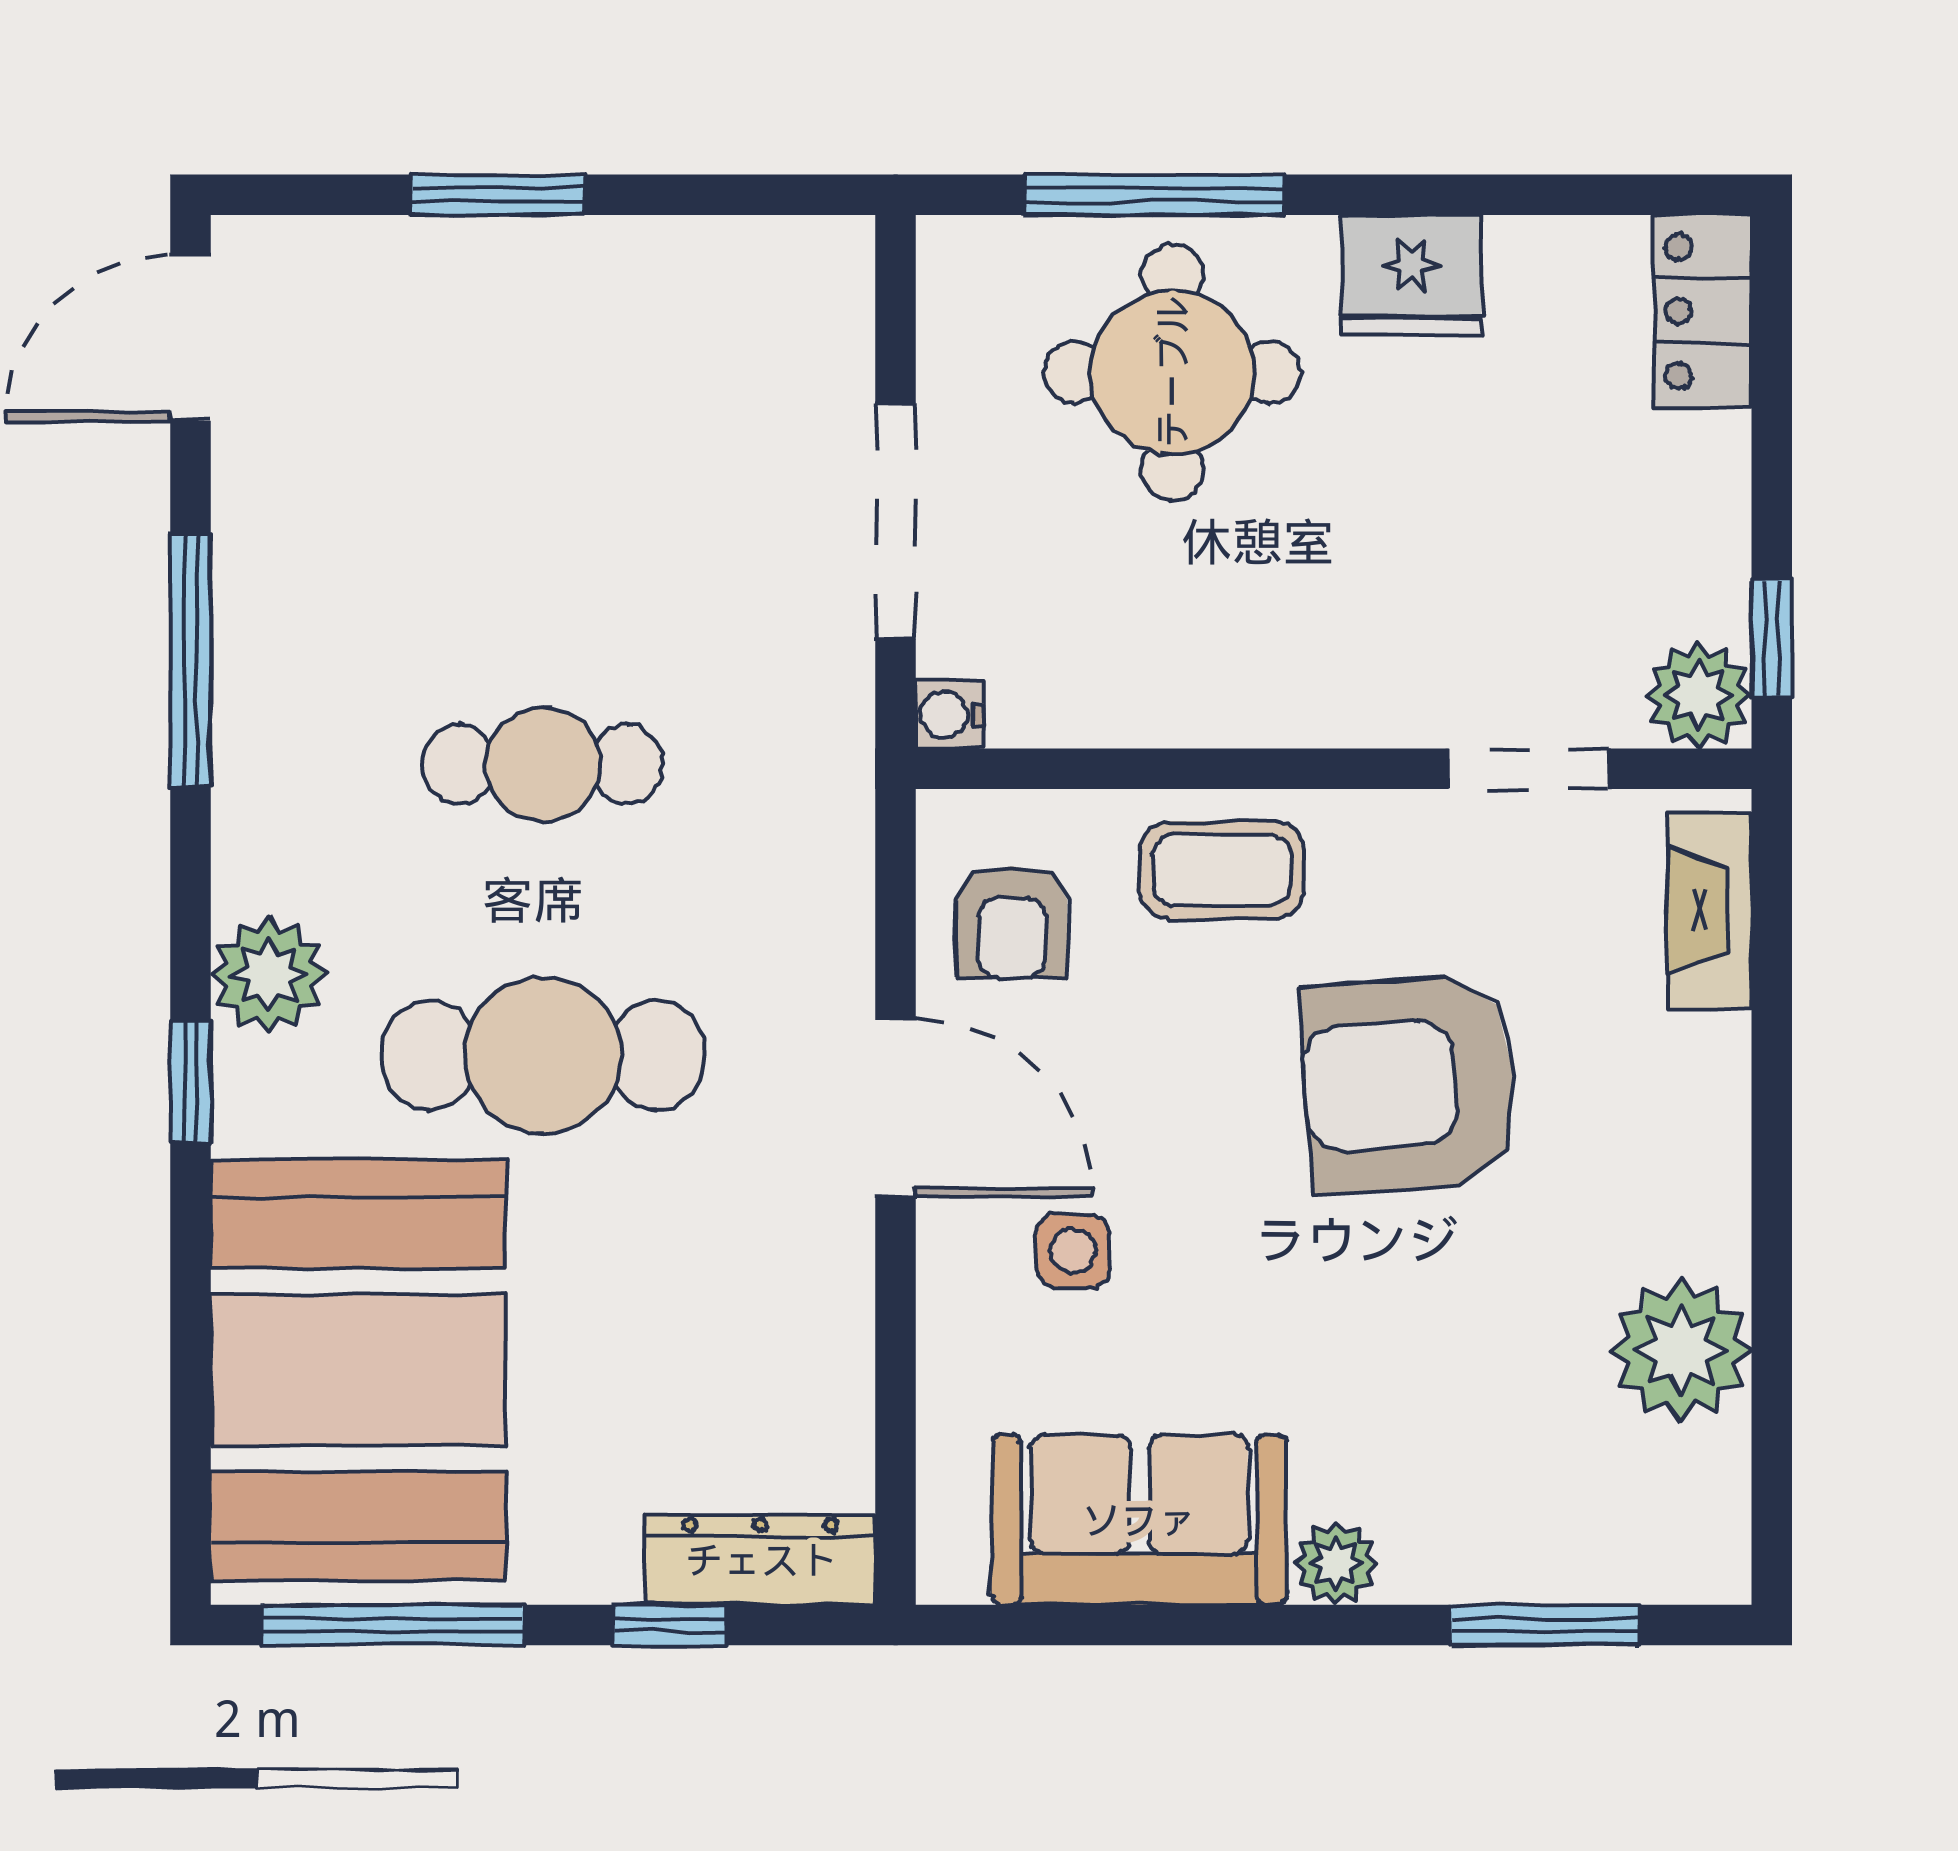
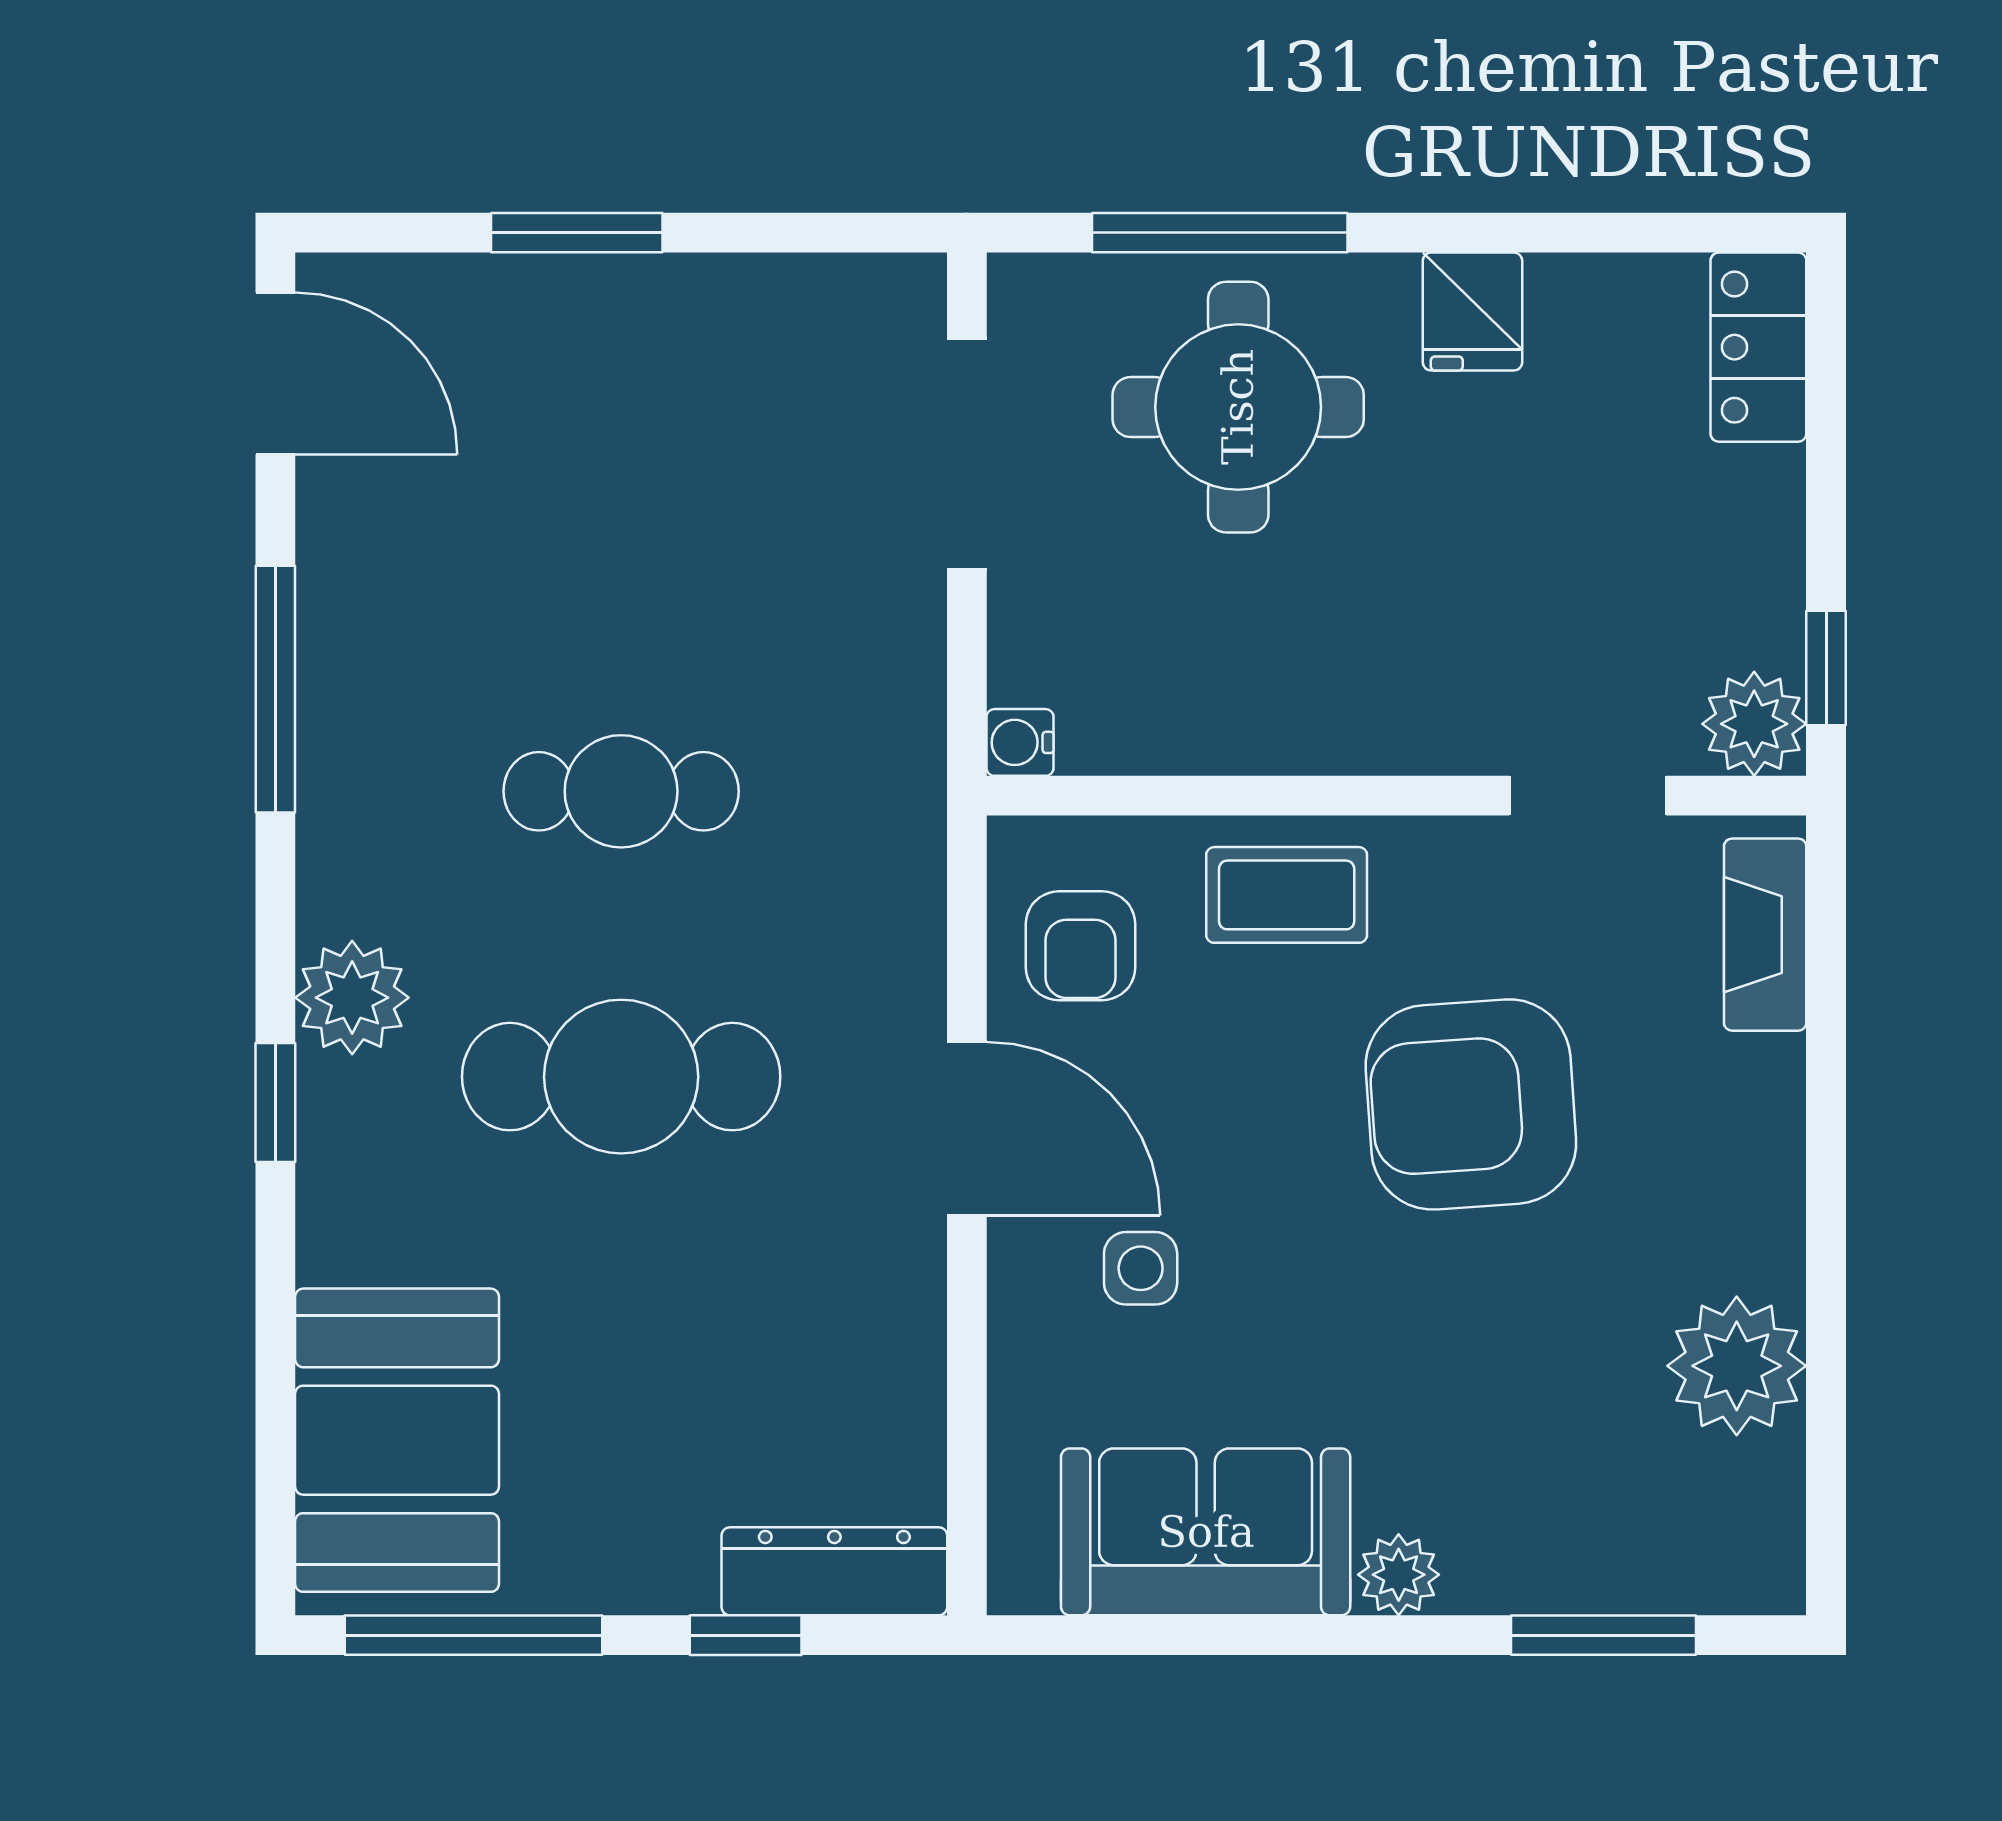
fridge: (1411, 275) -> (1473, 312), width x0.72
door: (190, 338) -> (275, 373), swing flipped
doorway: (896, 521) -> (967, 454), moved
booth: (358, 1370) -> (397, 1440), width x0.73, depth x0.70

